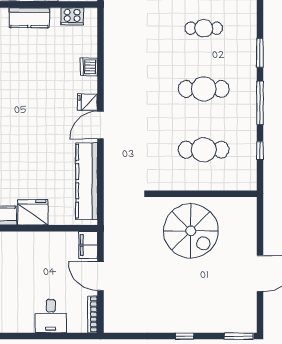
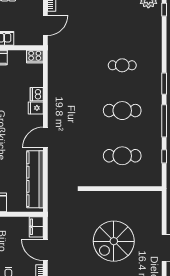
cooker: (72, 16) -> (35, 56), moved
fridge: (88, 102) -> (36, 108), moved
spiral stairs: (191, 231) -> (114, 241), moved, turned 90

